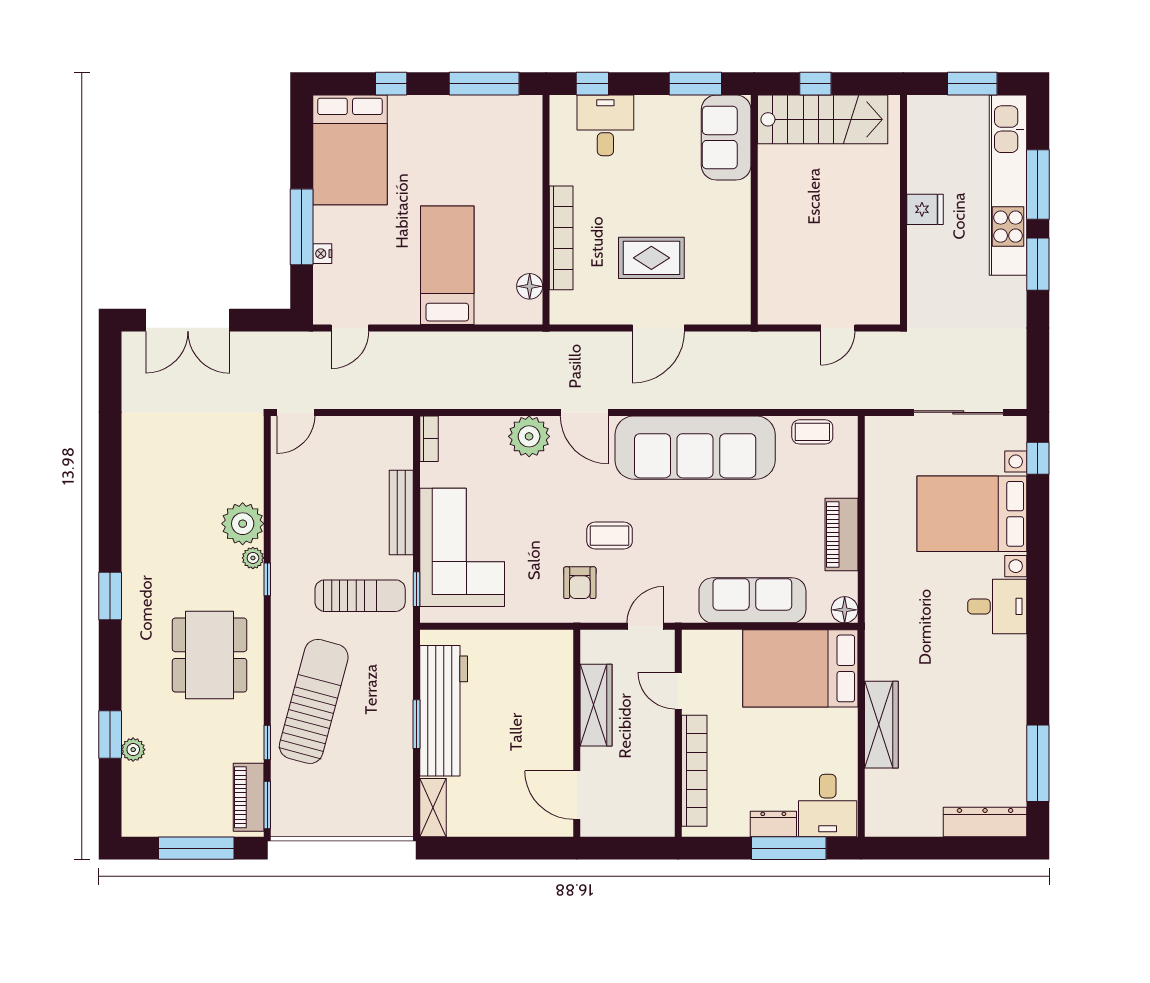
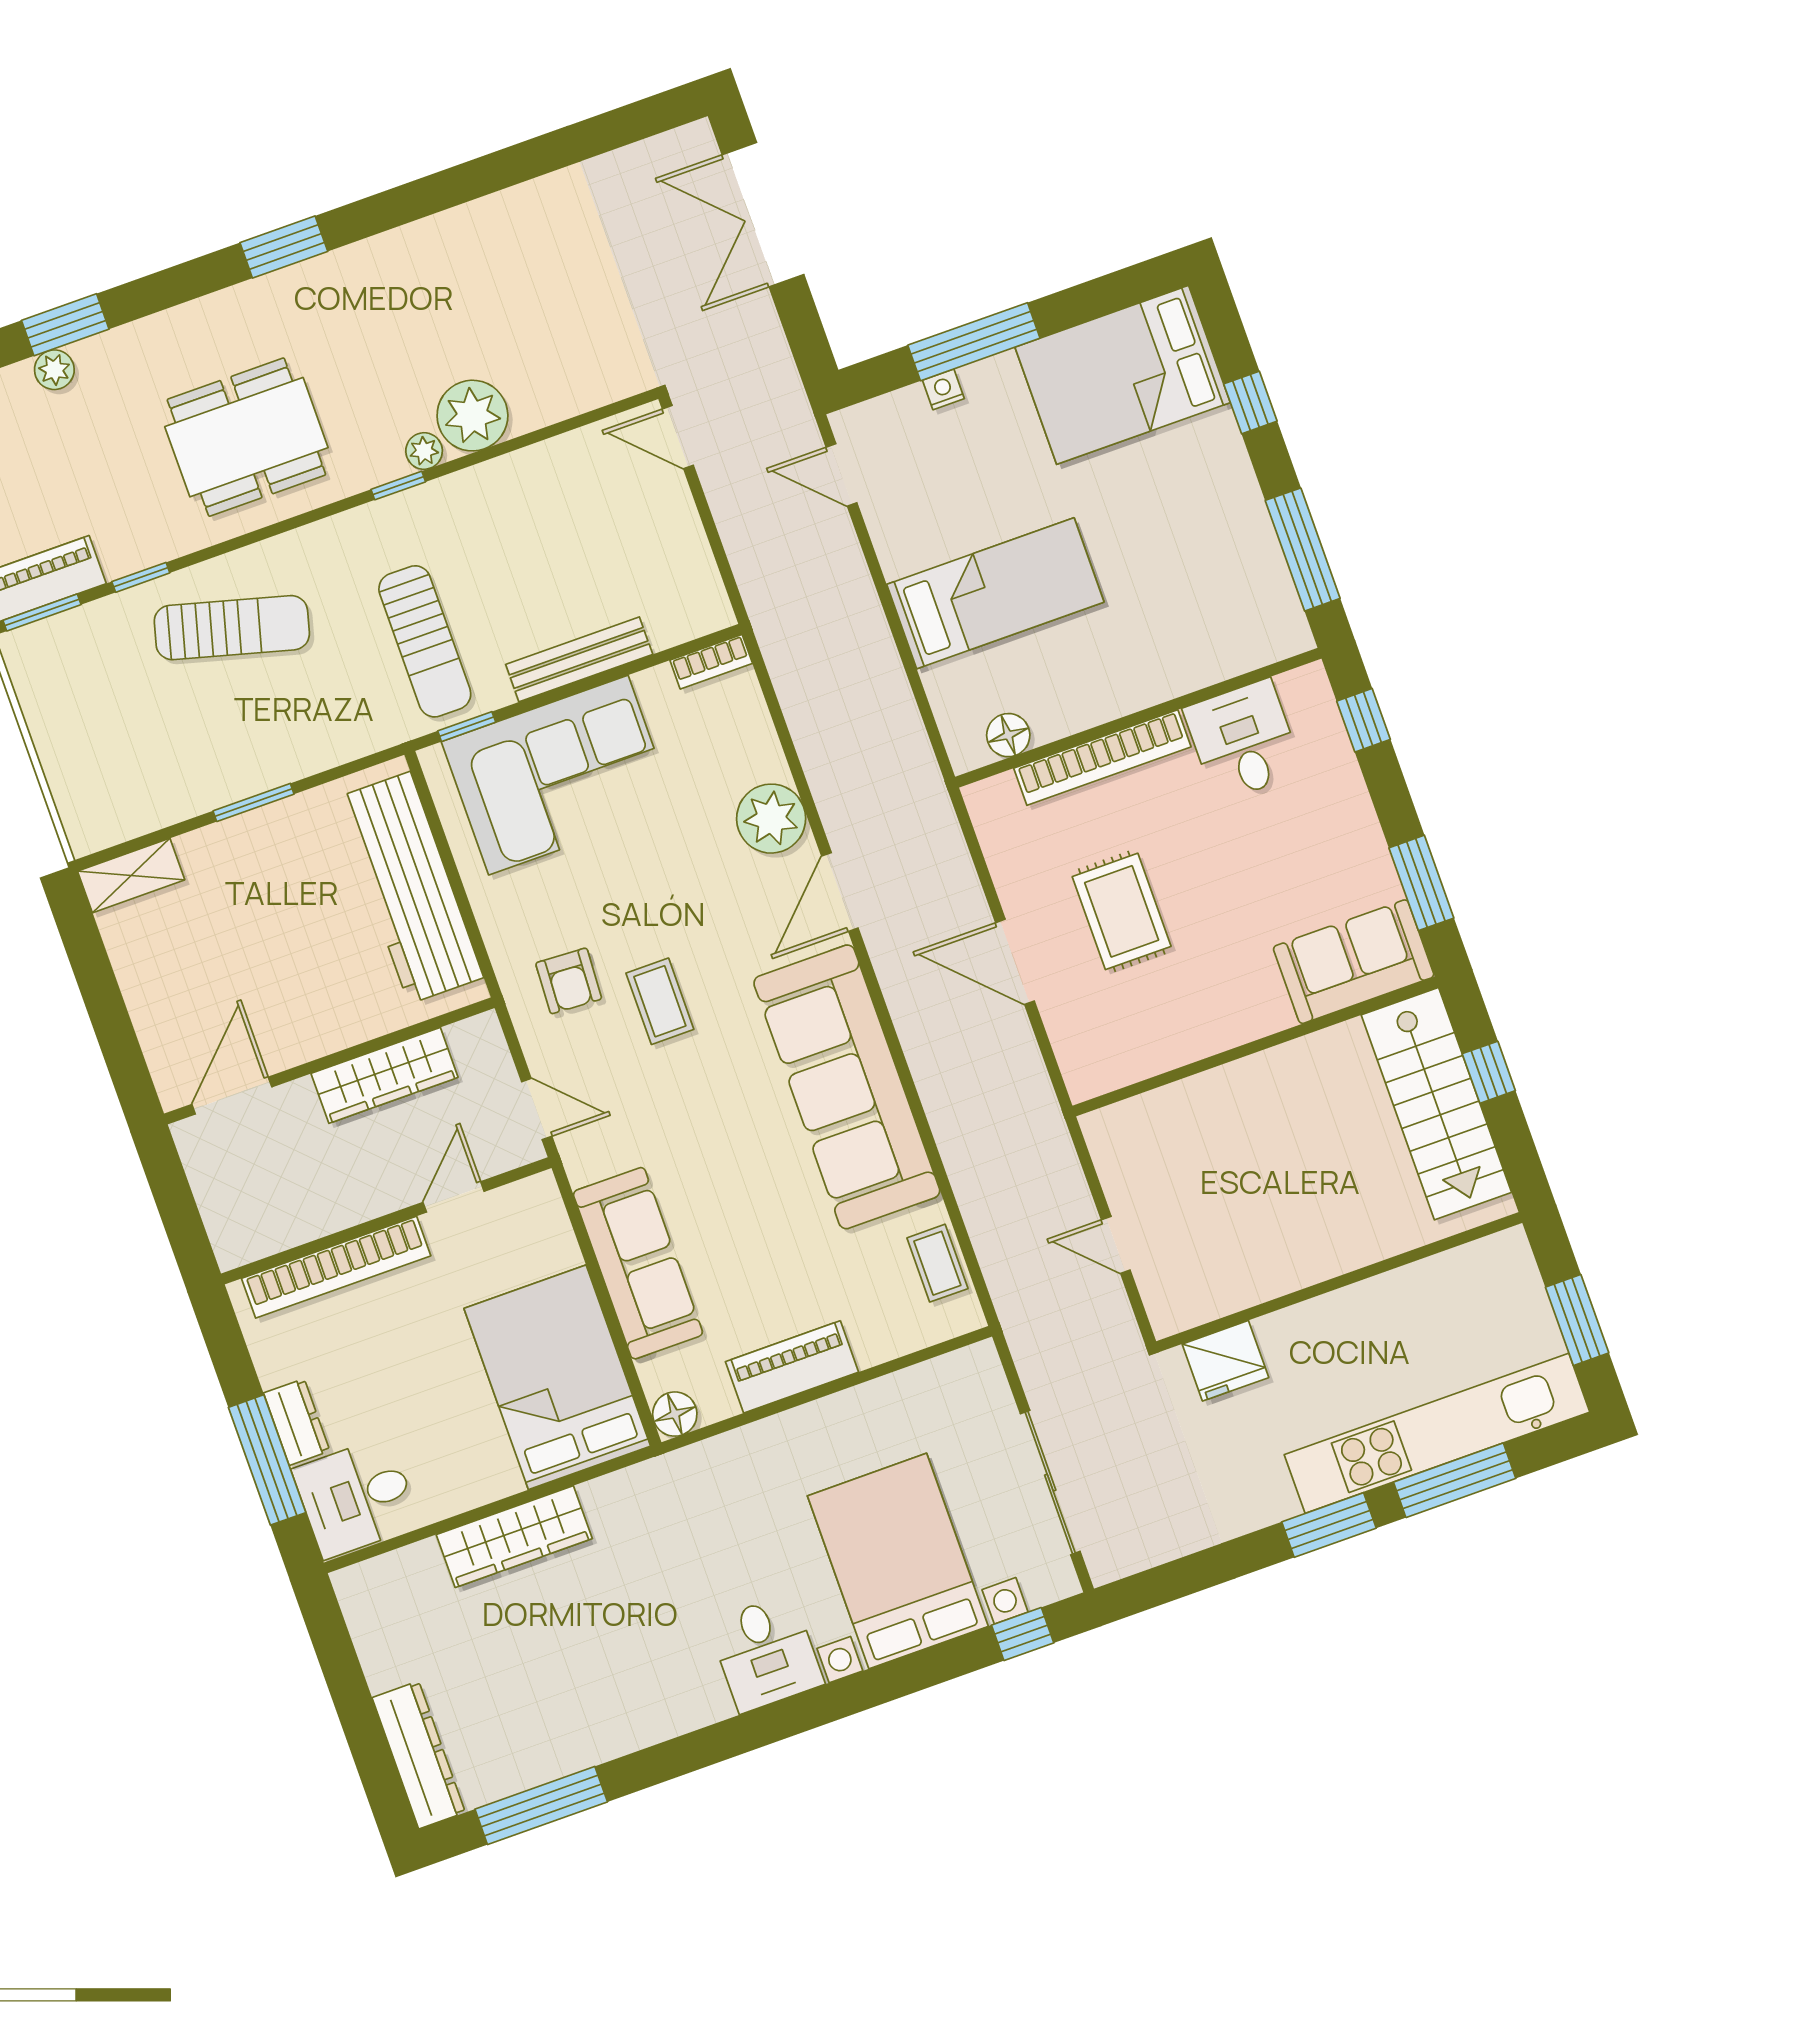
desk: (605, 125) -> (1243, 741), moved, turned -90
fridge: (925, 209) -> (1225, 1361), moved, width x1.38
armchair: (580, 583) -> (569, 981), turned -87
sun lounger: (314, 701) -> (232, 628), width x0.73, depth x0.75
workbench: (444, 711) -> (409, 888), moved, turned 90

